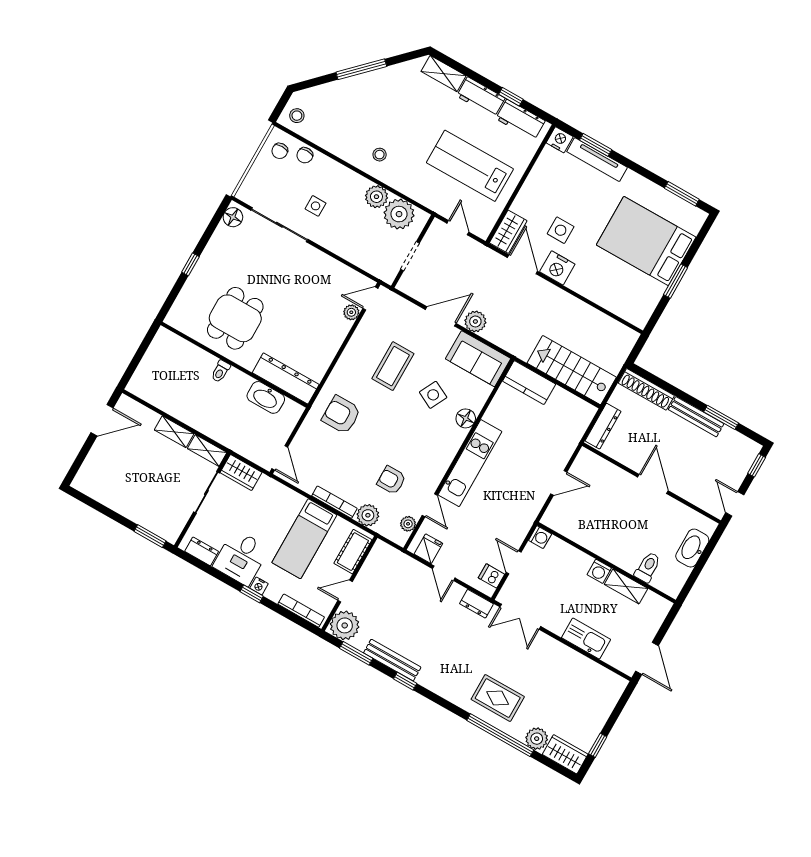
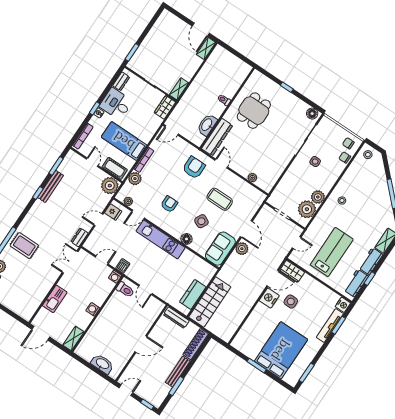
door: (370, 298) -> (221, 164), moved
dining table: (235, 318) -> (254, 111), turned 90
kitchen counter: (529, 383) -> (193, 294), moved
shelving: (174, 432) -> (206, 48), moved
armchair: (391, 480) -> (169, 204), moved
toilet: (648, 567) -> (125, 290), moved
dishwasher: (491, 576) -> (123, 266), moved
shelving: (626, 586) -> (73, 338), moved
plant: (345, 625) -> (110, 186), moved
rug: (498, 698) -> (24, 246), turned 90

